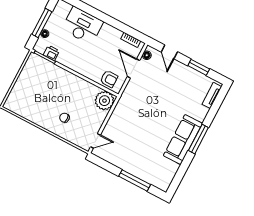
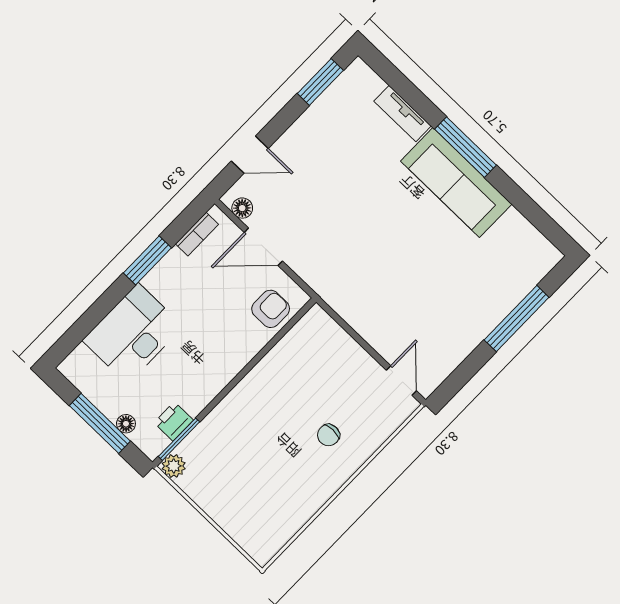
window: (114, 23) -> (147, 260), added
window: (199, 67) -> (320, 82), moved
tv unit: (212, 95) -> (403, 114), moved
plant: (104, 101) -> (174, 466), moved, width x0.53, depth x0.53

